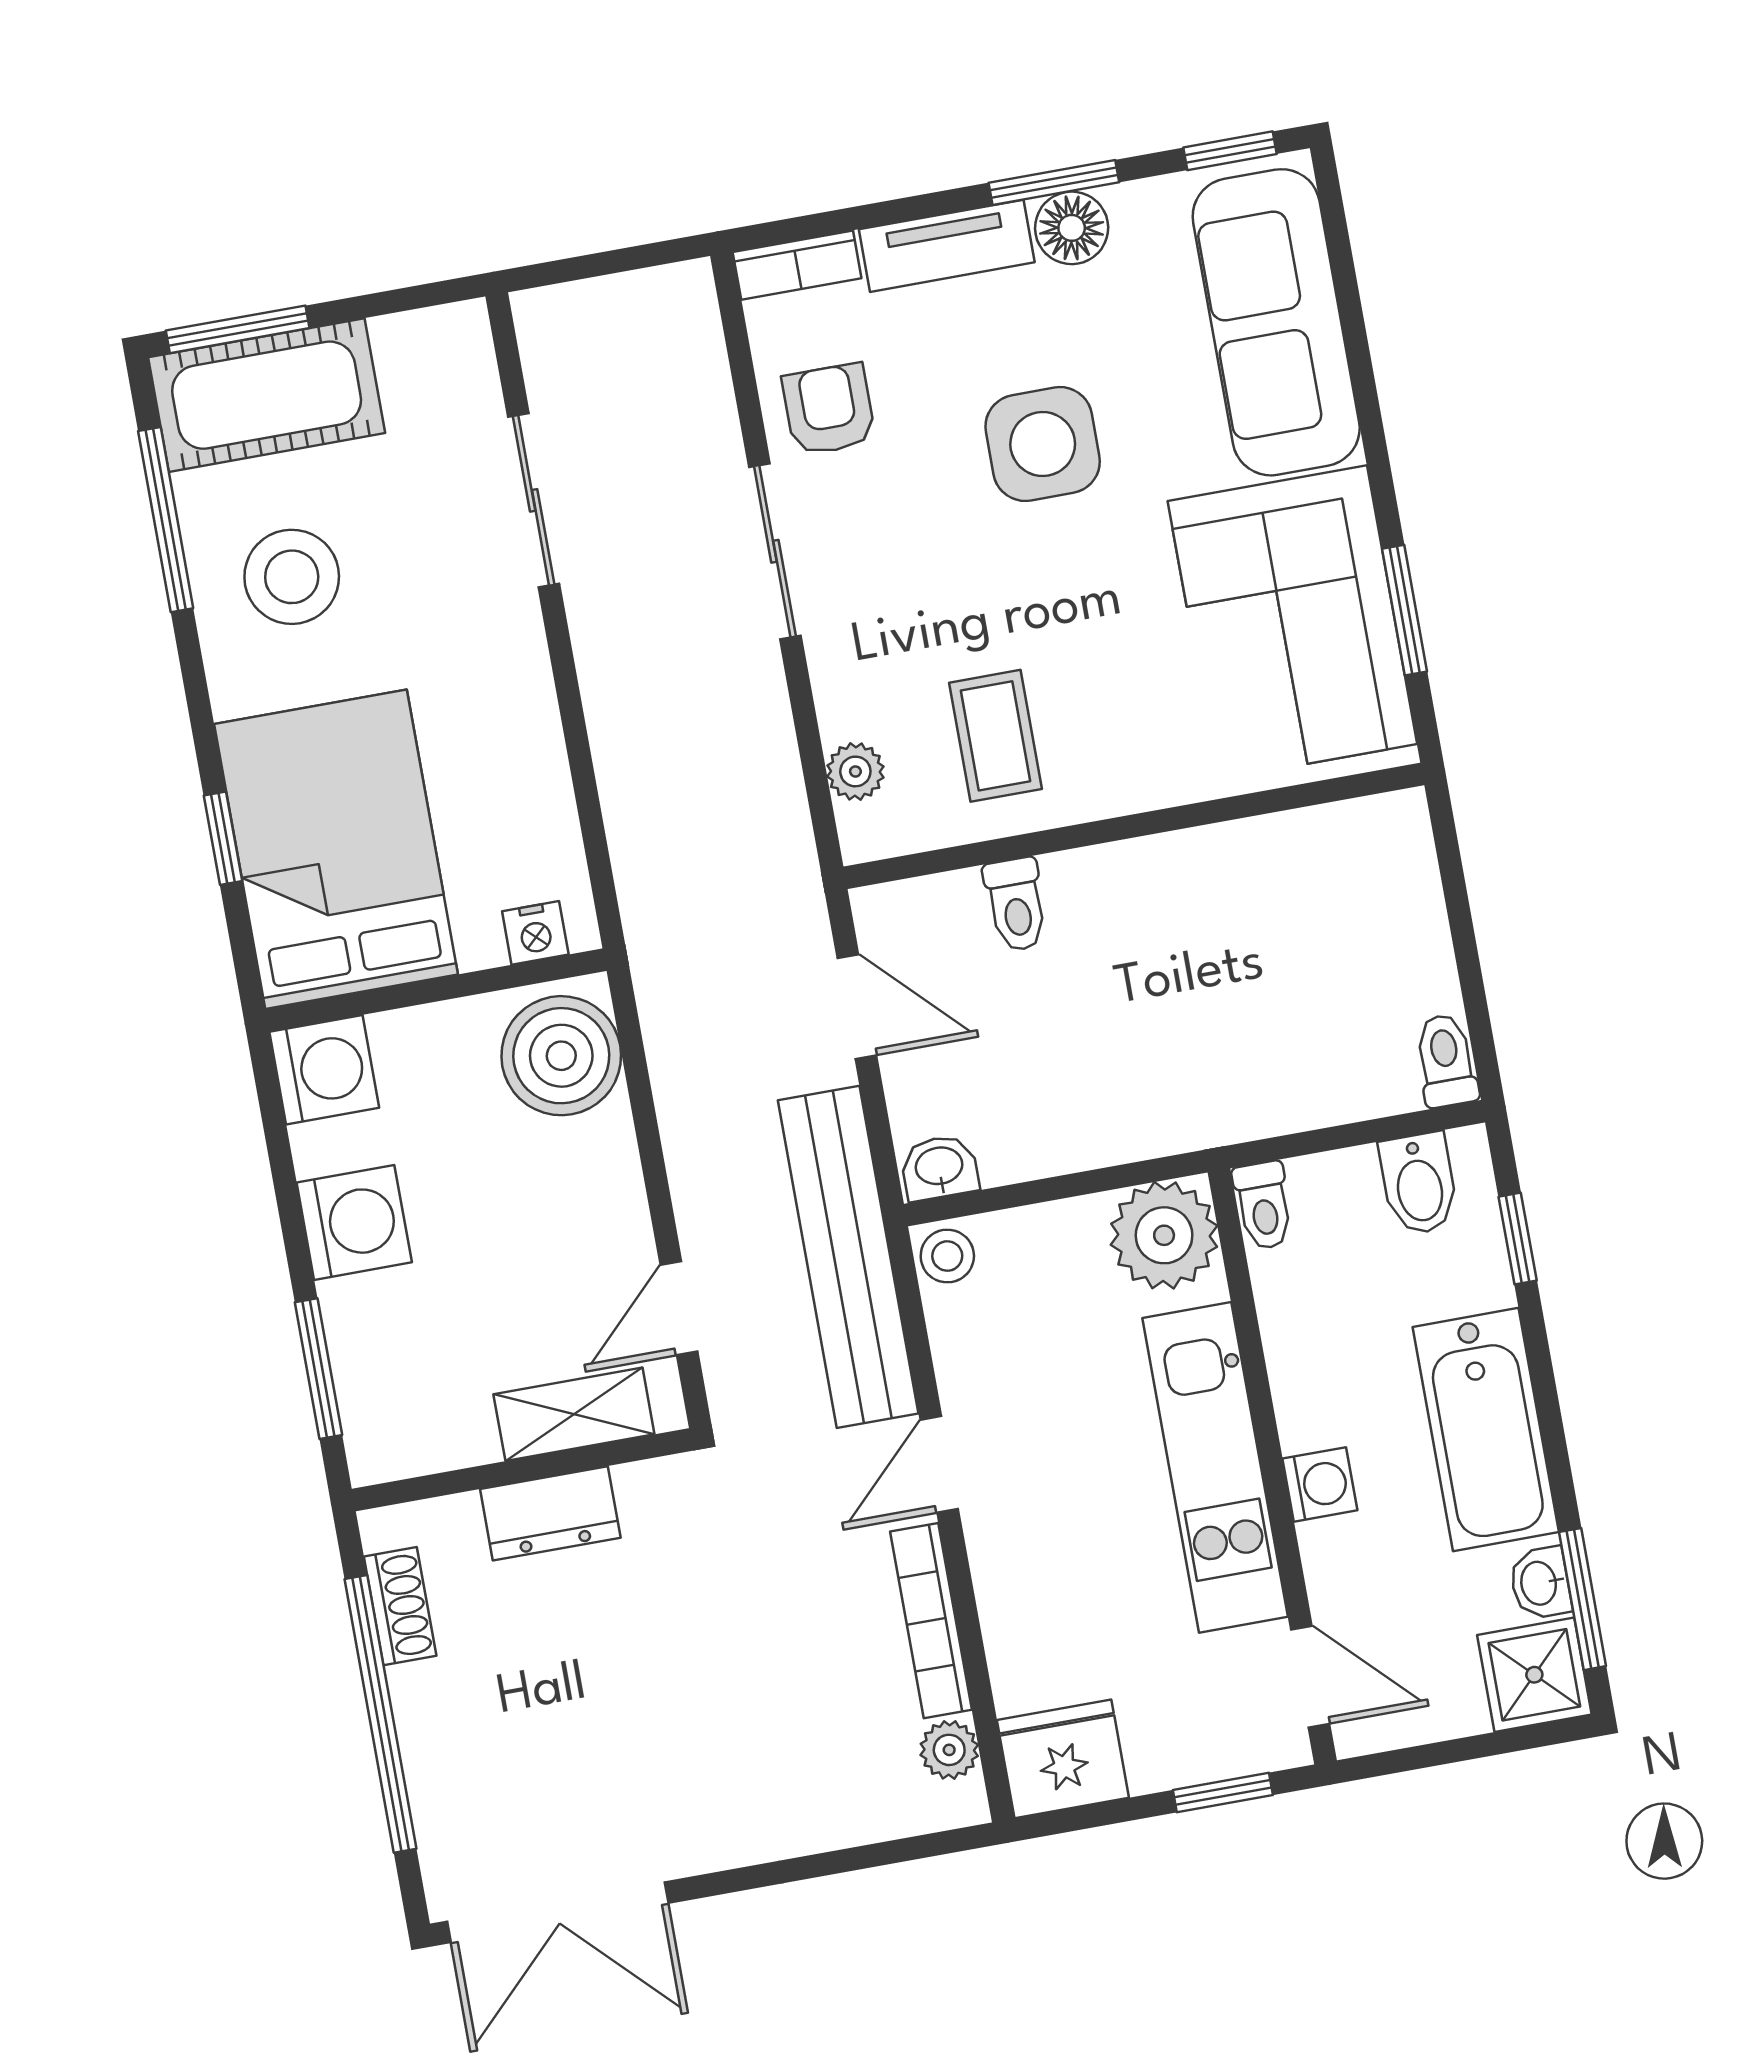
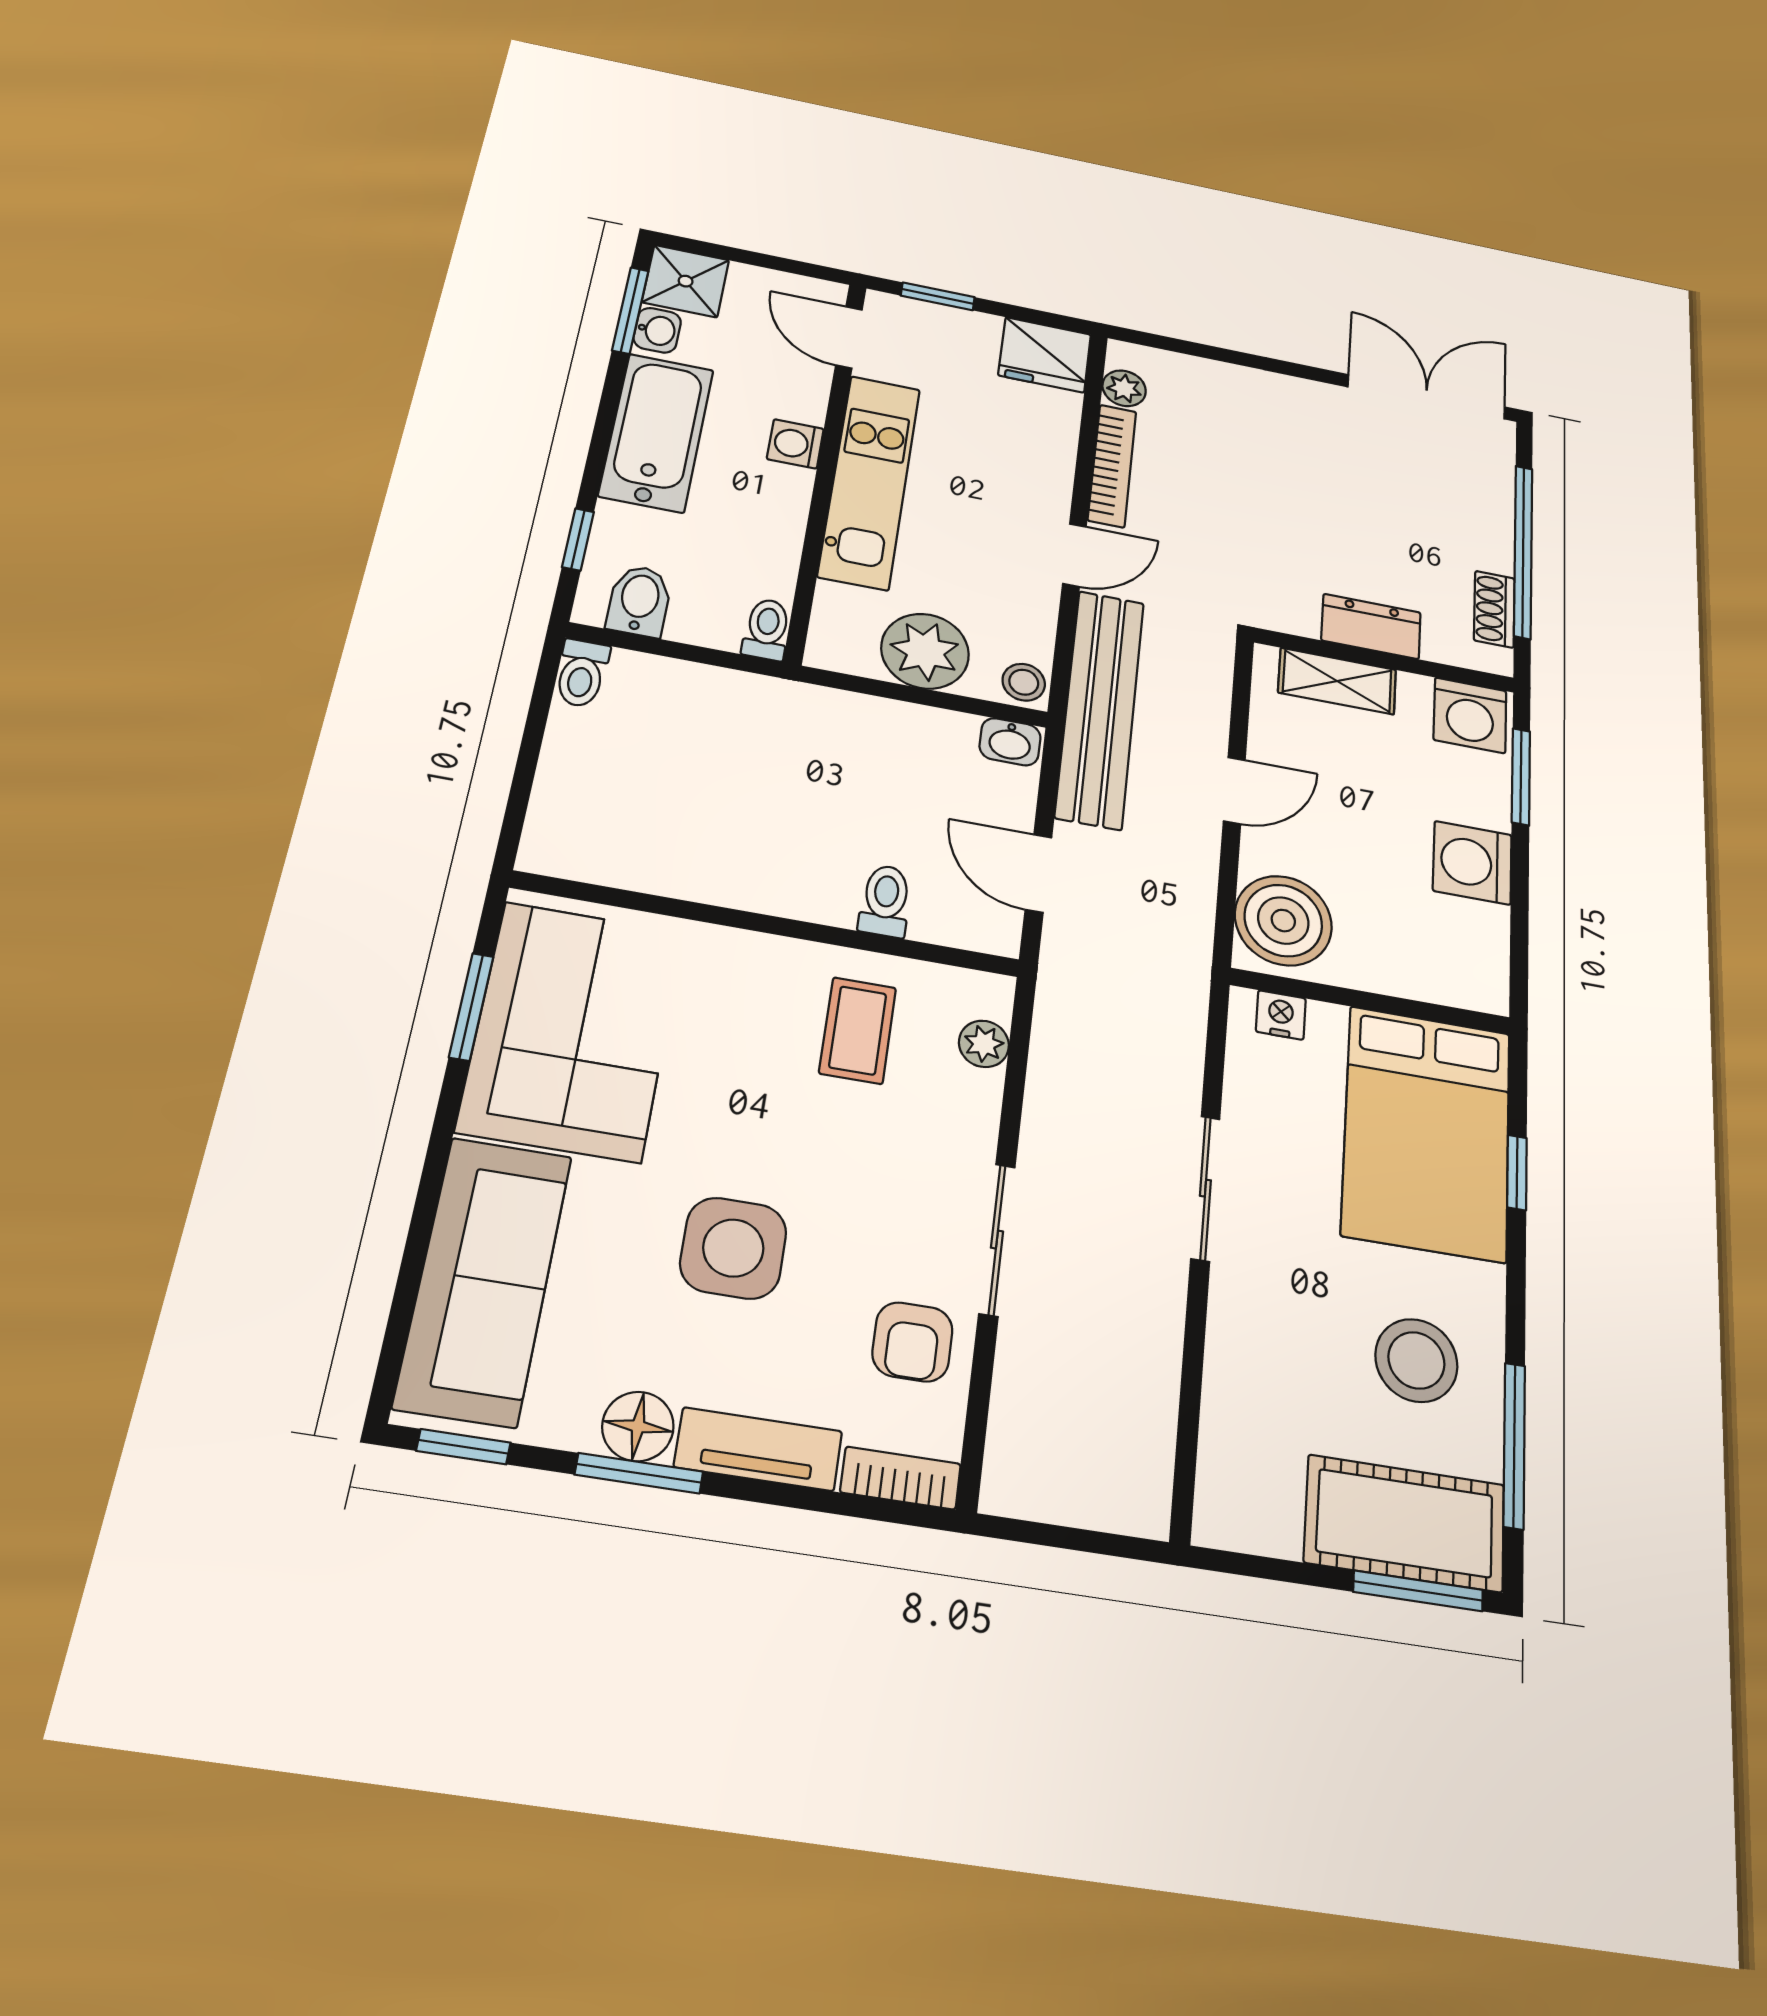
sliding door: (534, 500) -> (1205, 1188), moved
washing machine: (324, 1070) -> (1470, 715), moved, turned -90
plant: (1164, 1235) -> (925, 651), moved
door: (679, 1308) -> (1234, 791), moved

